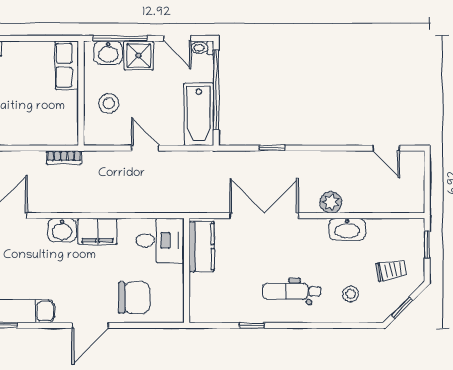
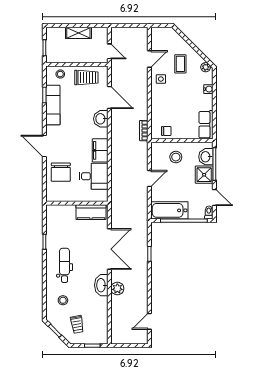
door: (177, 38) -> (214, 197), swing flipped
row of seats: (67, 65) -> (206, 125), moved, turned -90
chair: (65, 120) -> (166, 131), added
washbasin: (347, 229) -> (101, 285), moved
washbasin: (62, 230) -> (101, 119), moved
desk: (160, 240) -> (94, 176), moved, turned -90

